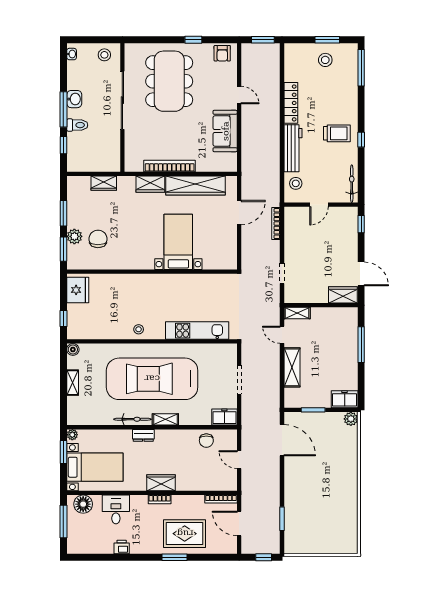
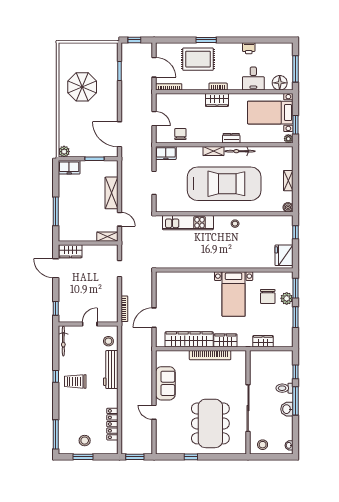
armchair: (222, 53) -> (168, 446), removed
locker: (291, 103) -> (112, 424), moved
bed with nightstands: (178, 242) -> (234, 294), moved
parasol: (328, 499) -> (82, 87), added

